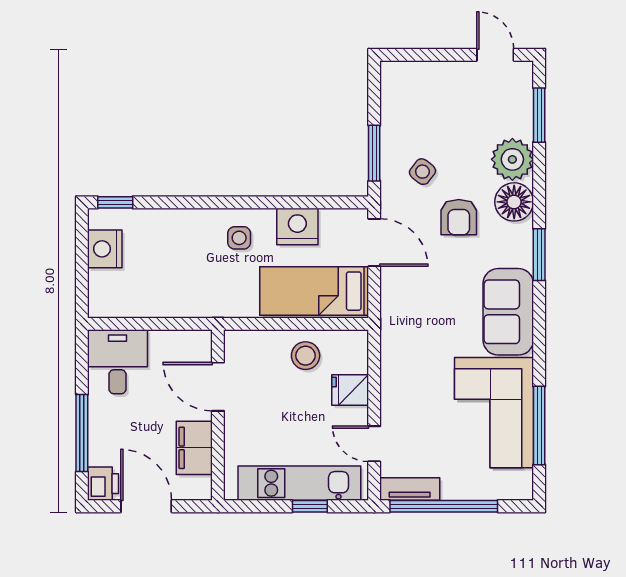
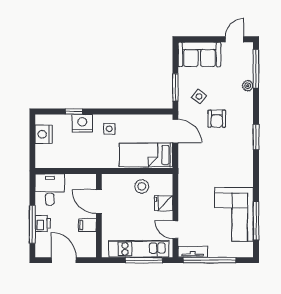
door: (495, 55) -> (235, 39), hinge flipped
window: (539, 115) -> (256, 69), width x1.44
plant: (512, 159) -> (248, 86), width x0.53, depth x0.53
window: (115, 202) -> (74, 111), moved
floor lamp: (514, 202) -> (244, 111), removed
nightstand: (297, 227) -> (82, 123), moved
sofa: (508, 312) -> (199, 54), moved, turned -90
filing cabinet: (194, 448) -> (87, 225), width x0.50
printer: (103, 484) -> (43, 223), moved
window: (310, 506) -> (144, 260), width x2.17

